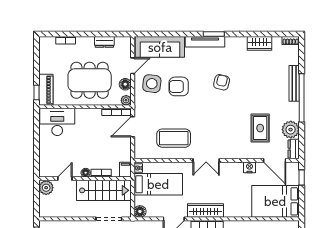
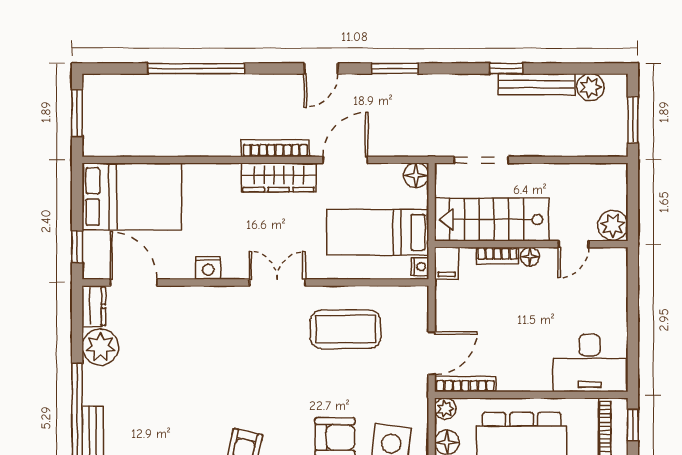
rug: (260, 128) -> (164, 350), removed
nightstand: (249, 167) -> (208, 268), moved

